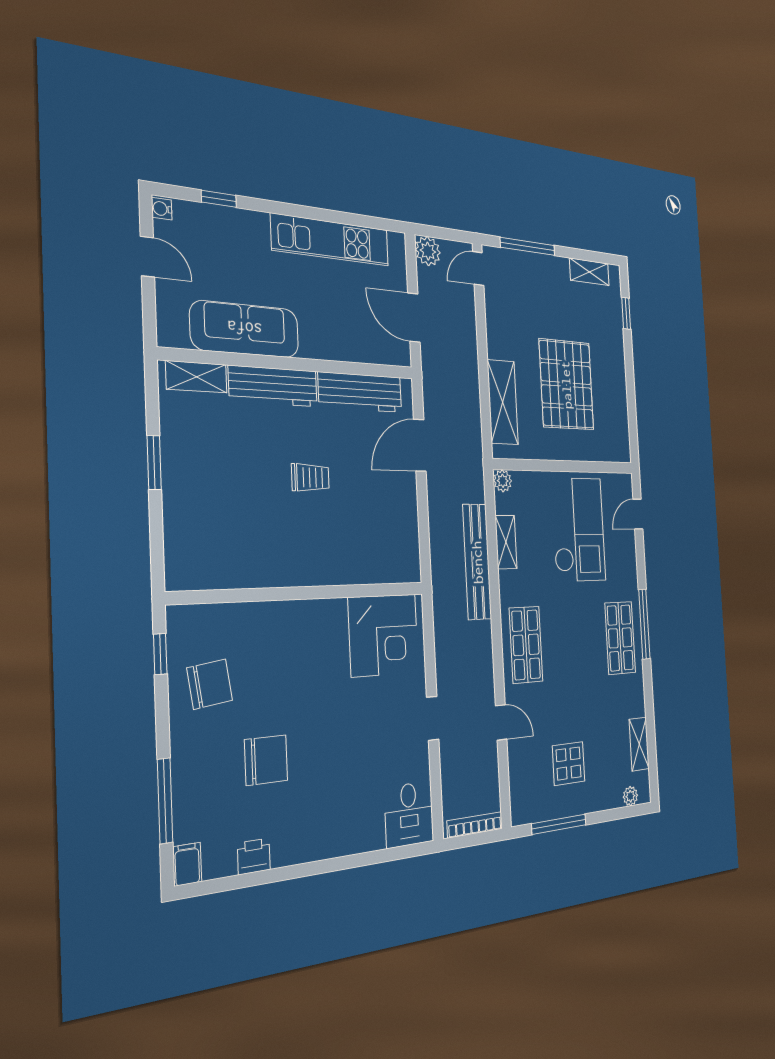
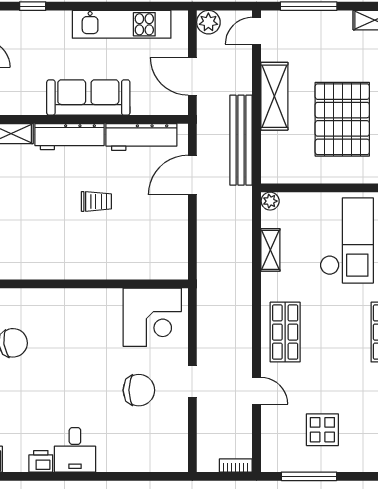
sofa: (245, 329) -> (88, 97), moved
shelving: (503, 402) -> (274, 96), moved
bench: (477, 562) -> (241, 140), moved
chair: (266, 760) -> (139, 390), moved
desk: (409, 814) -> (75, 450), moved
bookcase: (475, 825) -> (236, 465), width x0.64

